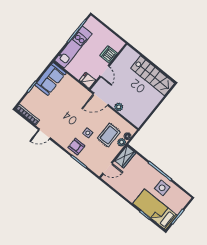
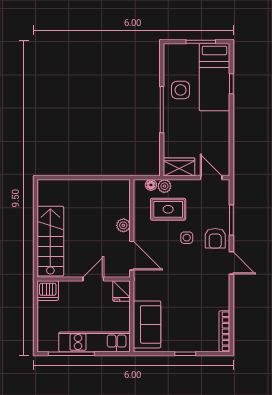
dishwasher: (109, 54) -> (48, 291), moved
stairs: (153, 76) -> (50, 241), moved
sofa: (50, 79) -> (147, 324), moved, turned 90
door: (44, 134) -> (231, 263), moved

